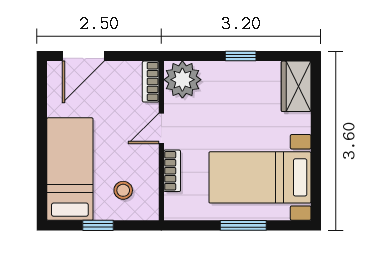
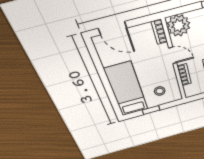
door: (83, 56) -> (113, 28), hinge flipped
door: (161, 128) -> (173, 55), swing flipped

